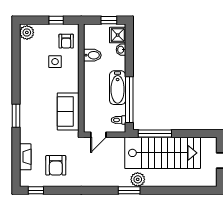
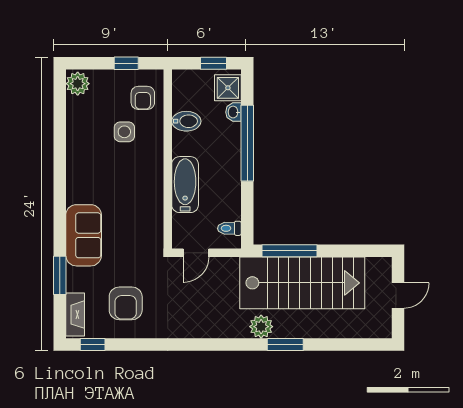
bathtub: (118, 88) -> (185, 185), moved, turned 180
window: (129, 100) -> (247, 143), moved
sofa: (68, 111) -> (84, 235), moved, turned 180
window: (16, 116) -> (60, 275), moved
fireplace: (25, 157) -> (75, 315), moved
window: (129, 190) -> (285, 344), moved

